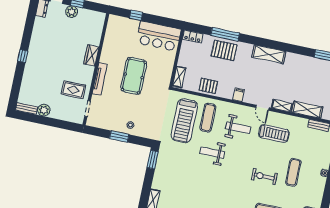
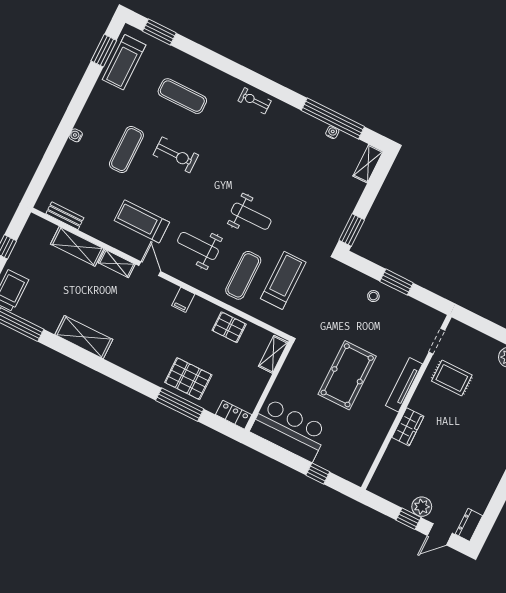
shelving: (269, 54) -> (84, 337), moved
treadmill: (184, 121) -> (283, 280), width x0.73, depth x0.73

